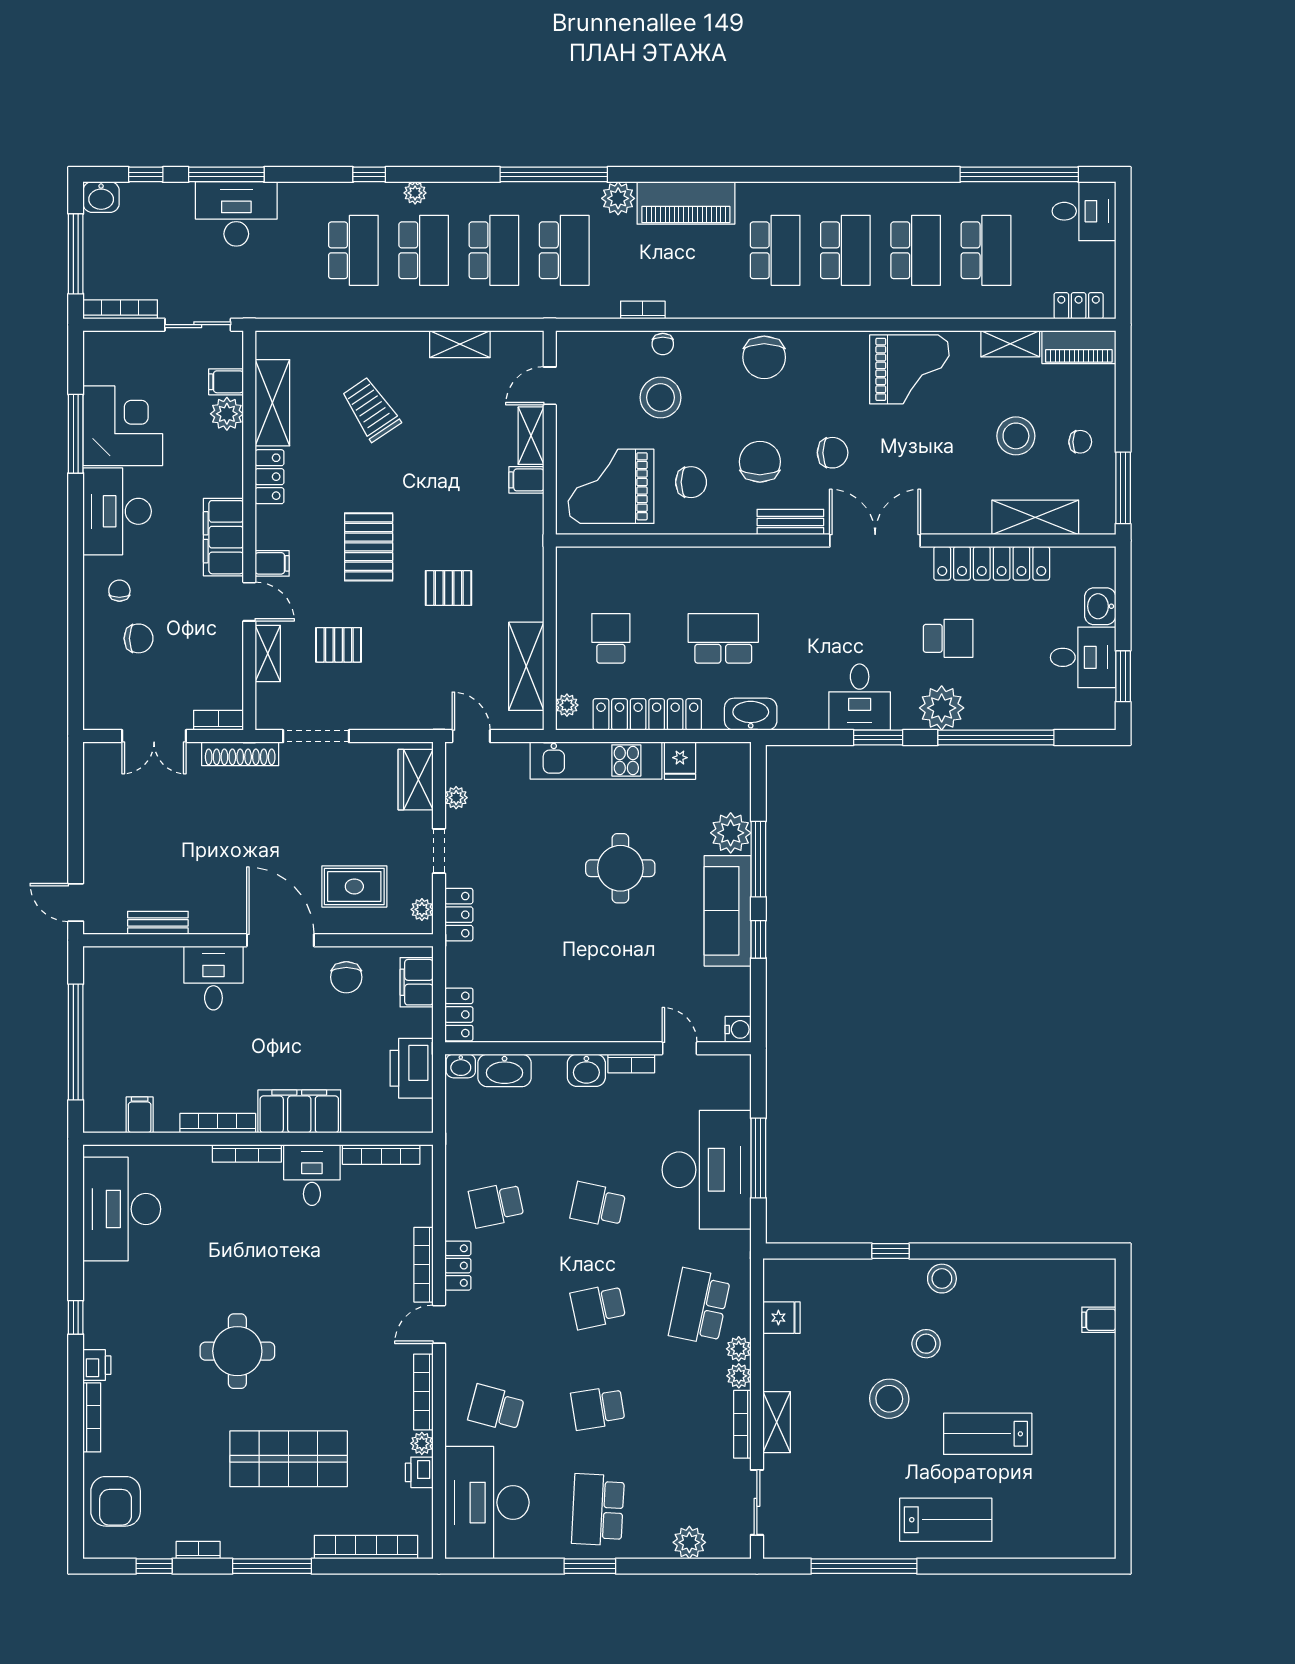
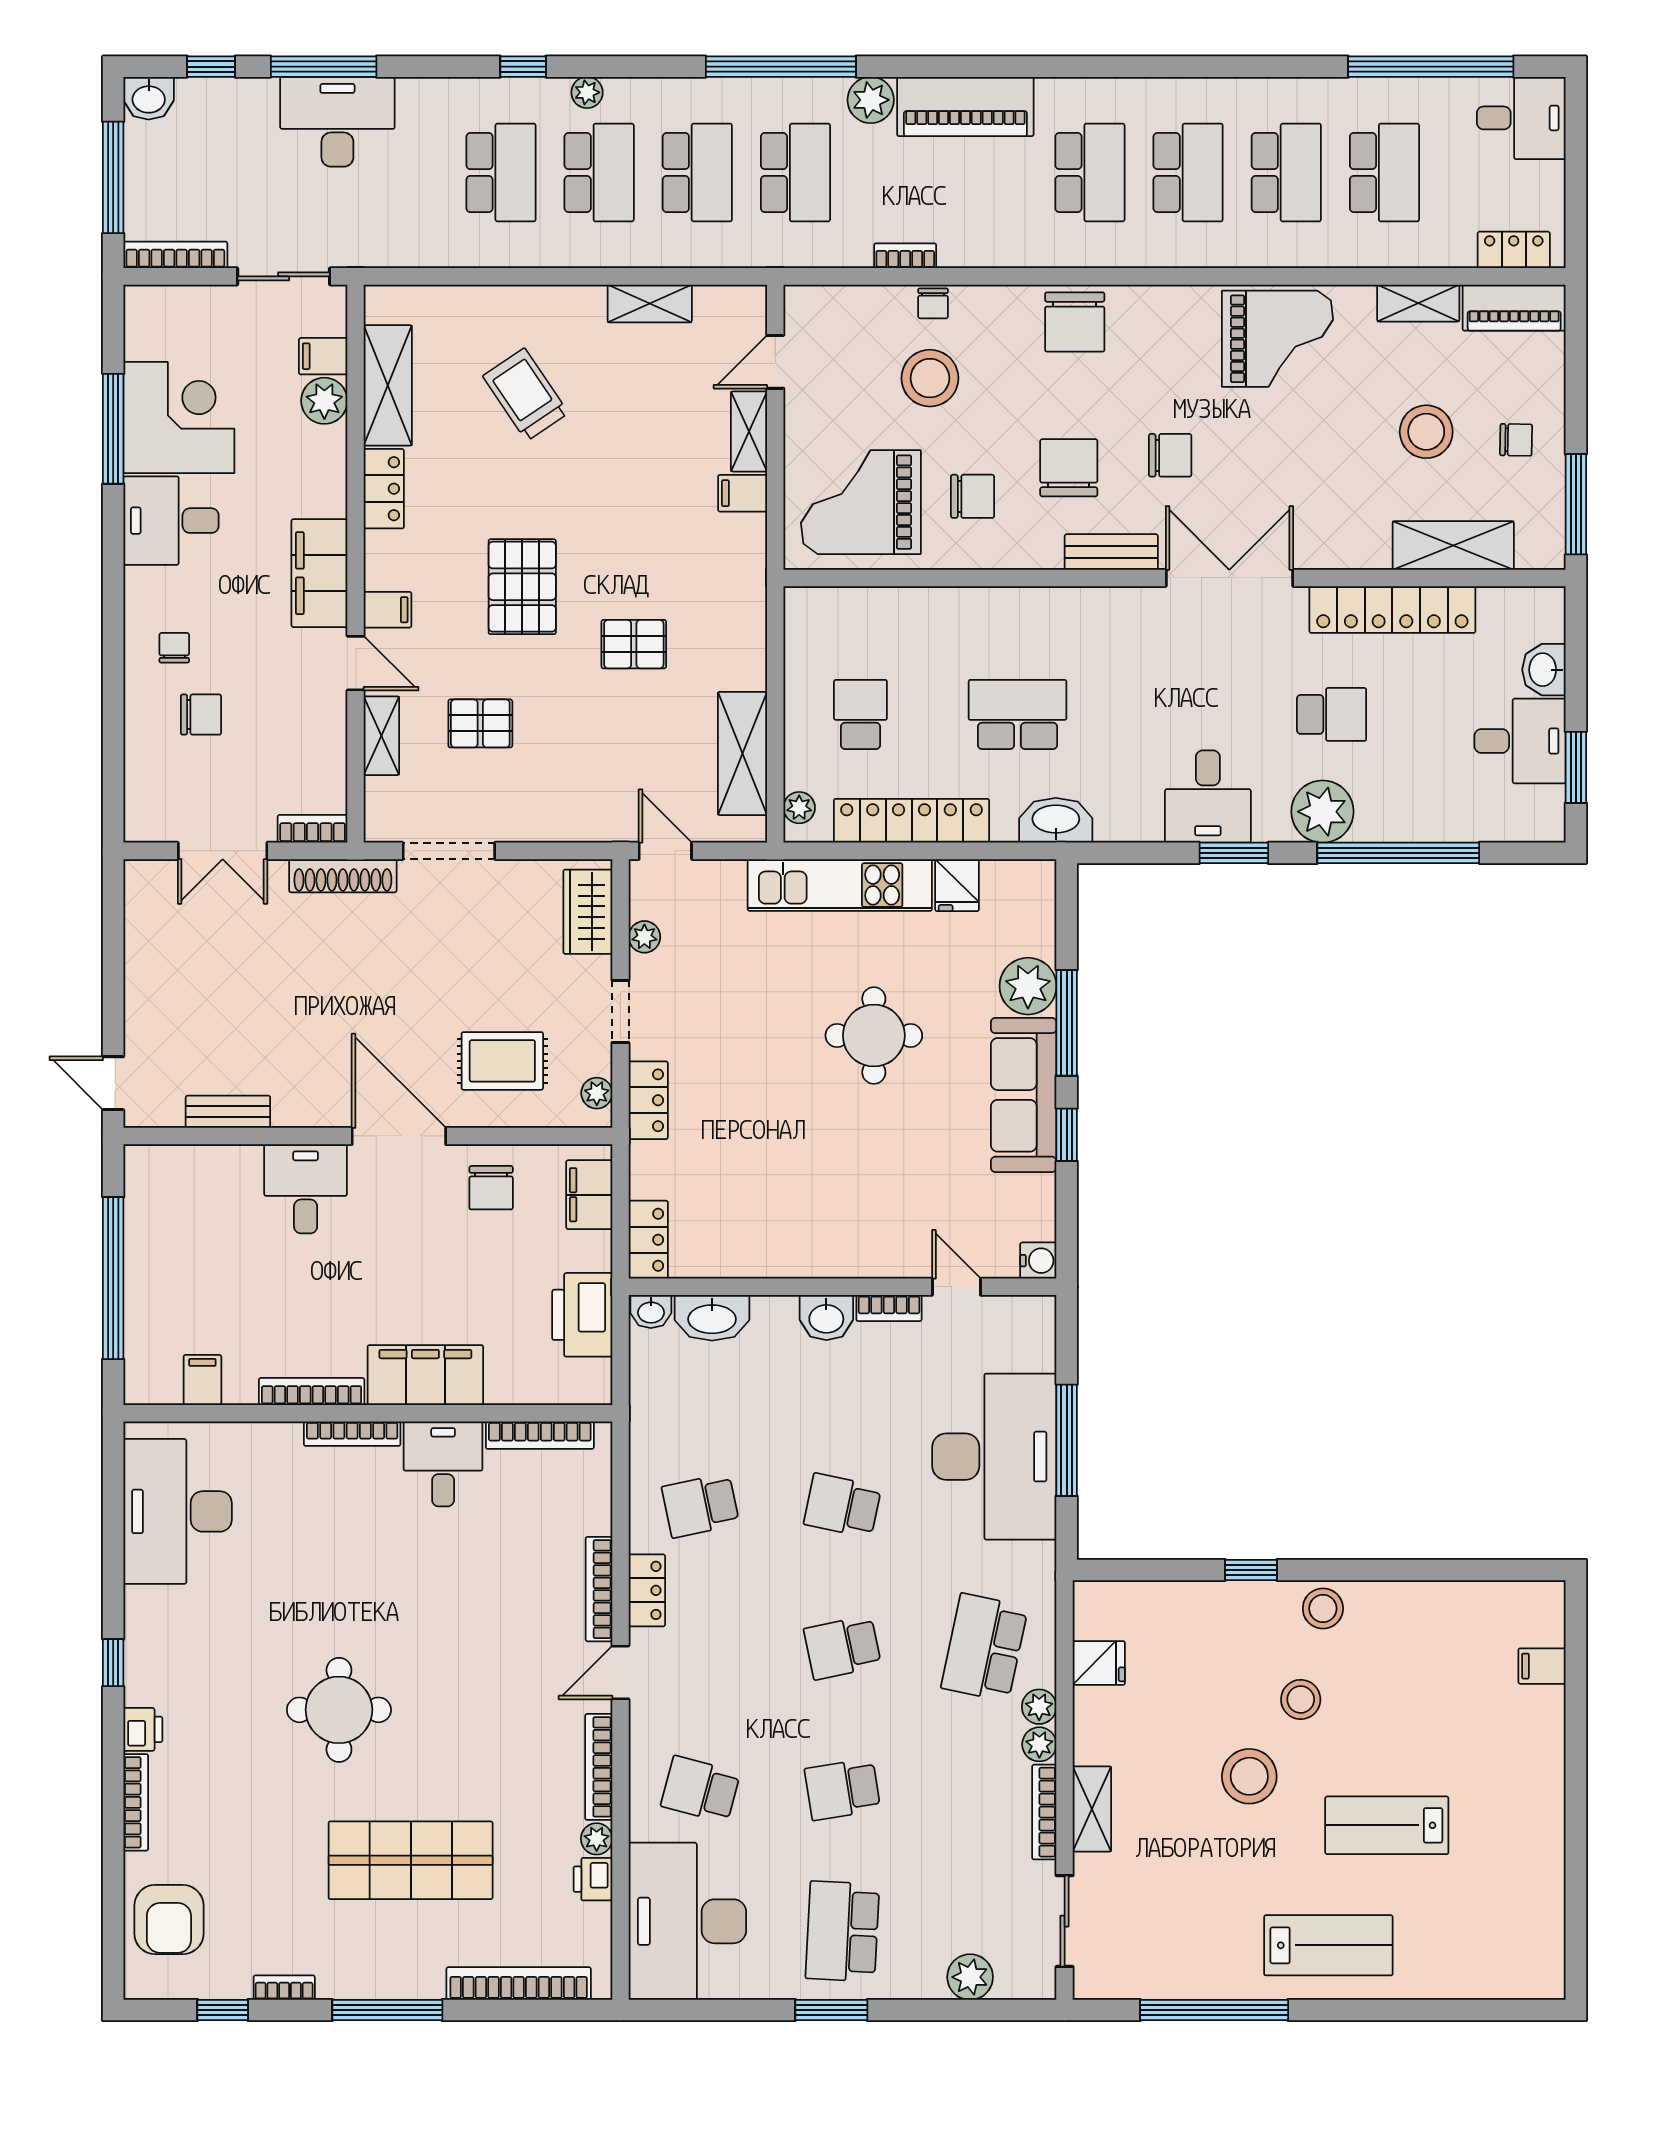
desk: (117, 511) -> (171, 521), width x0.73

